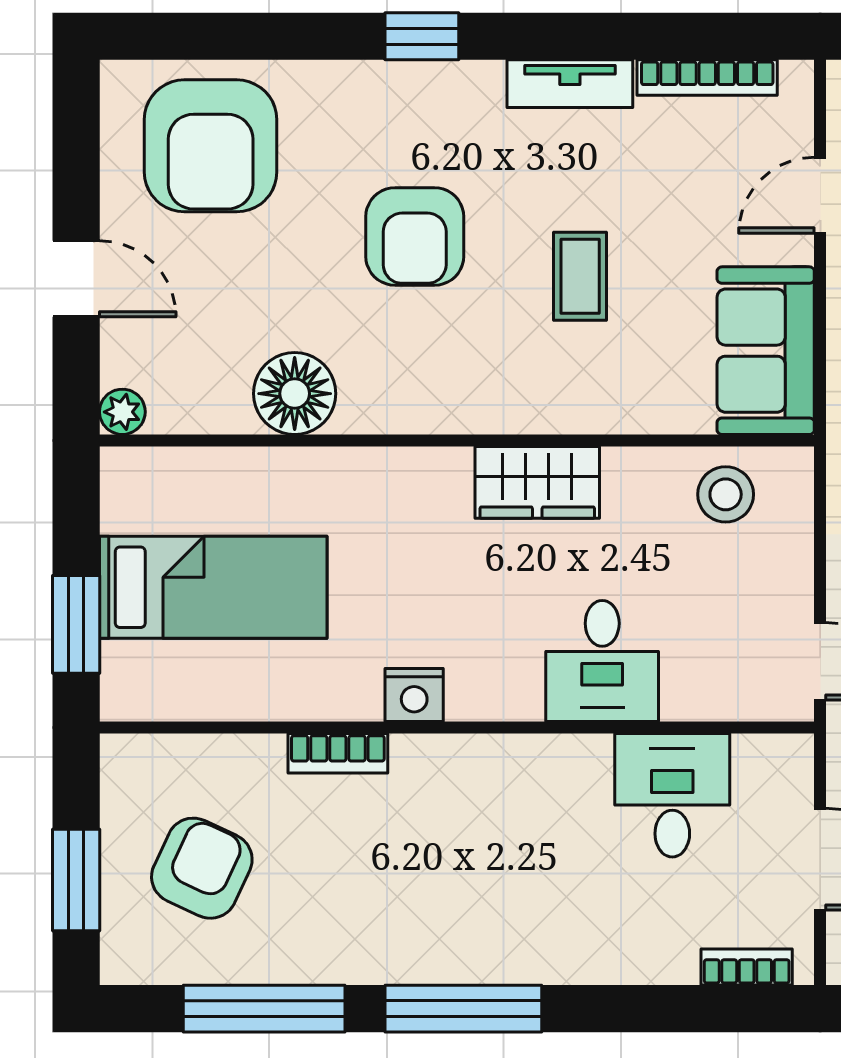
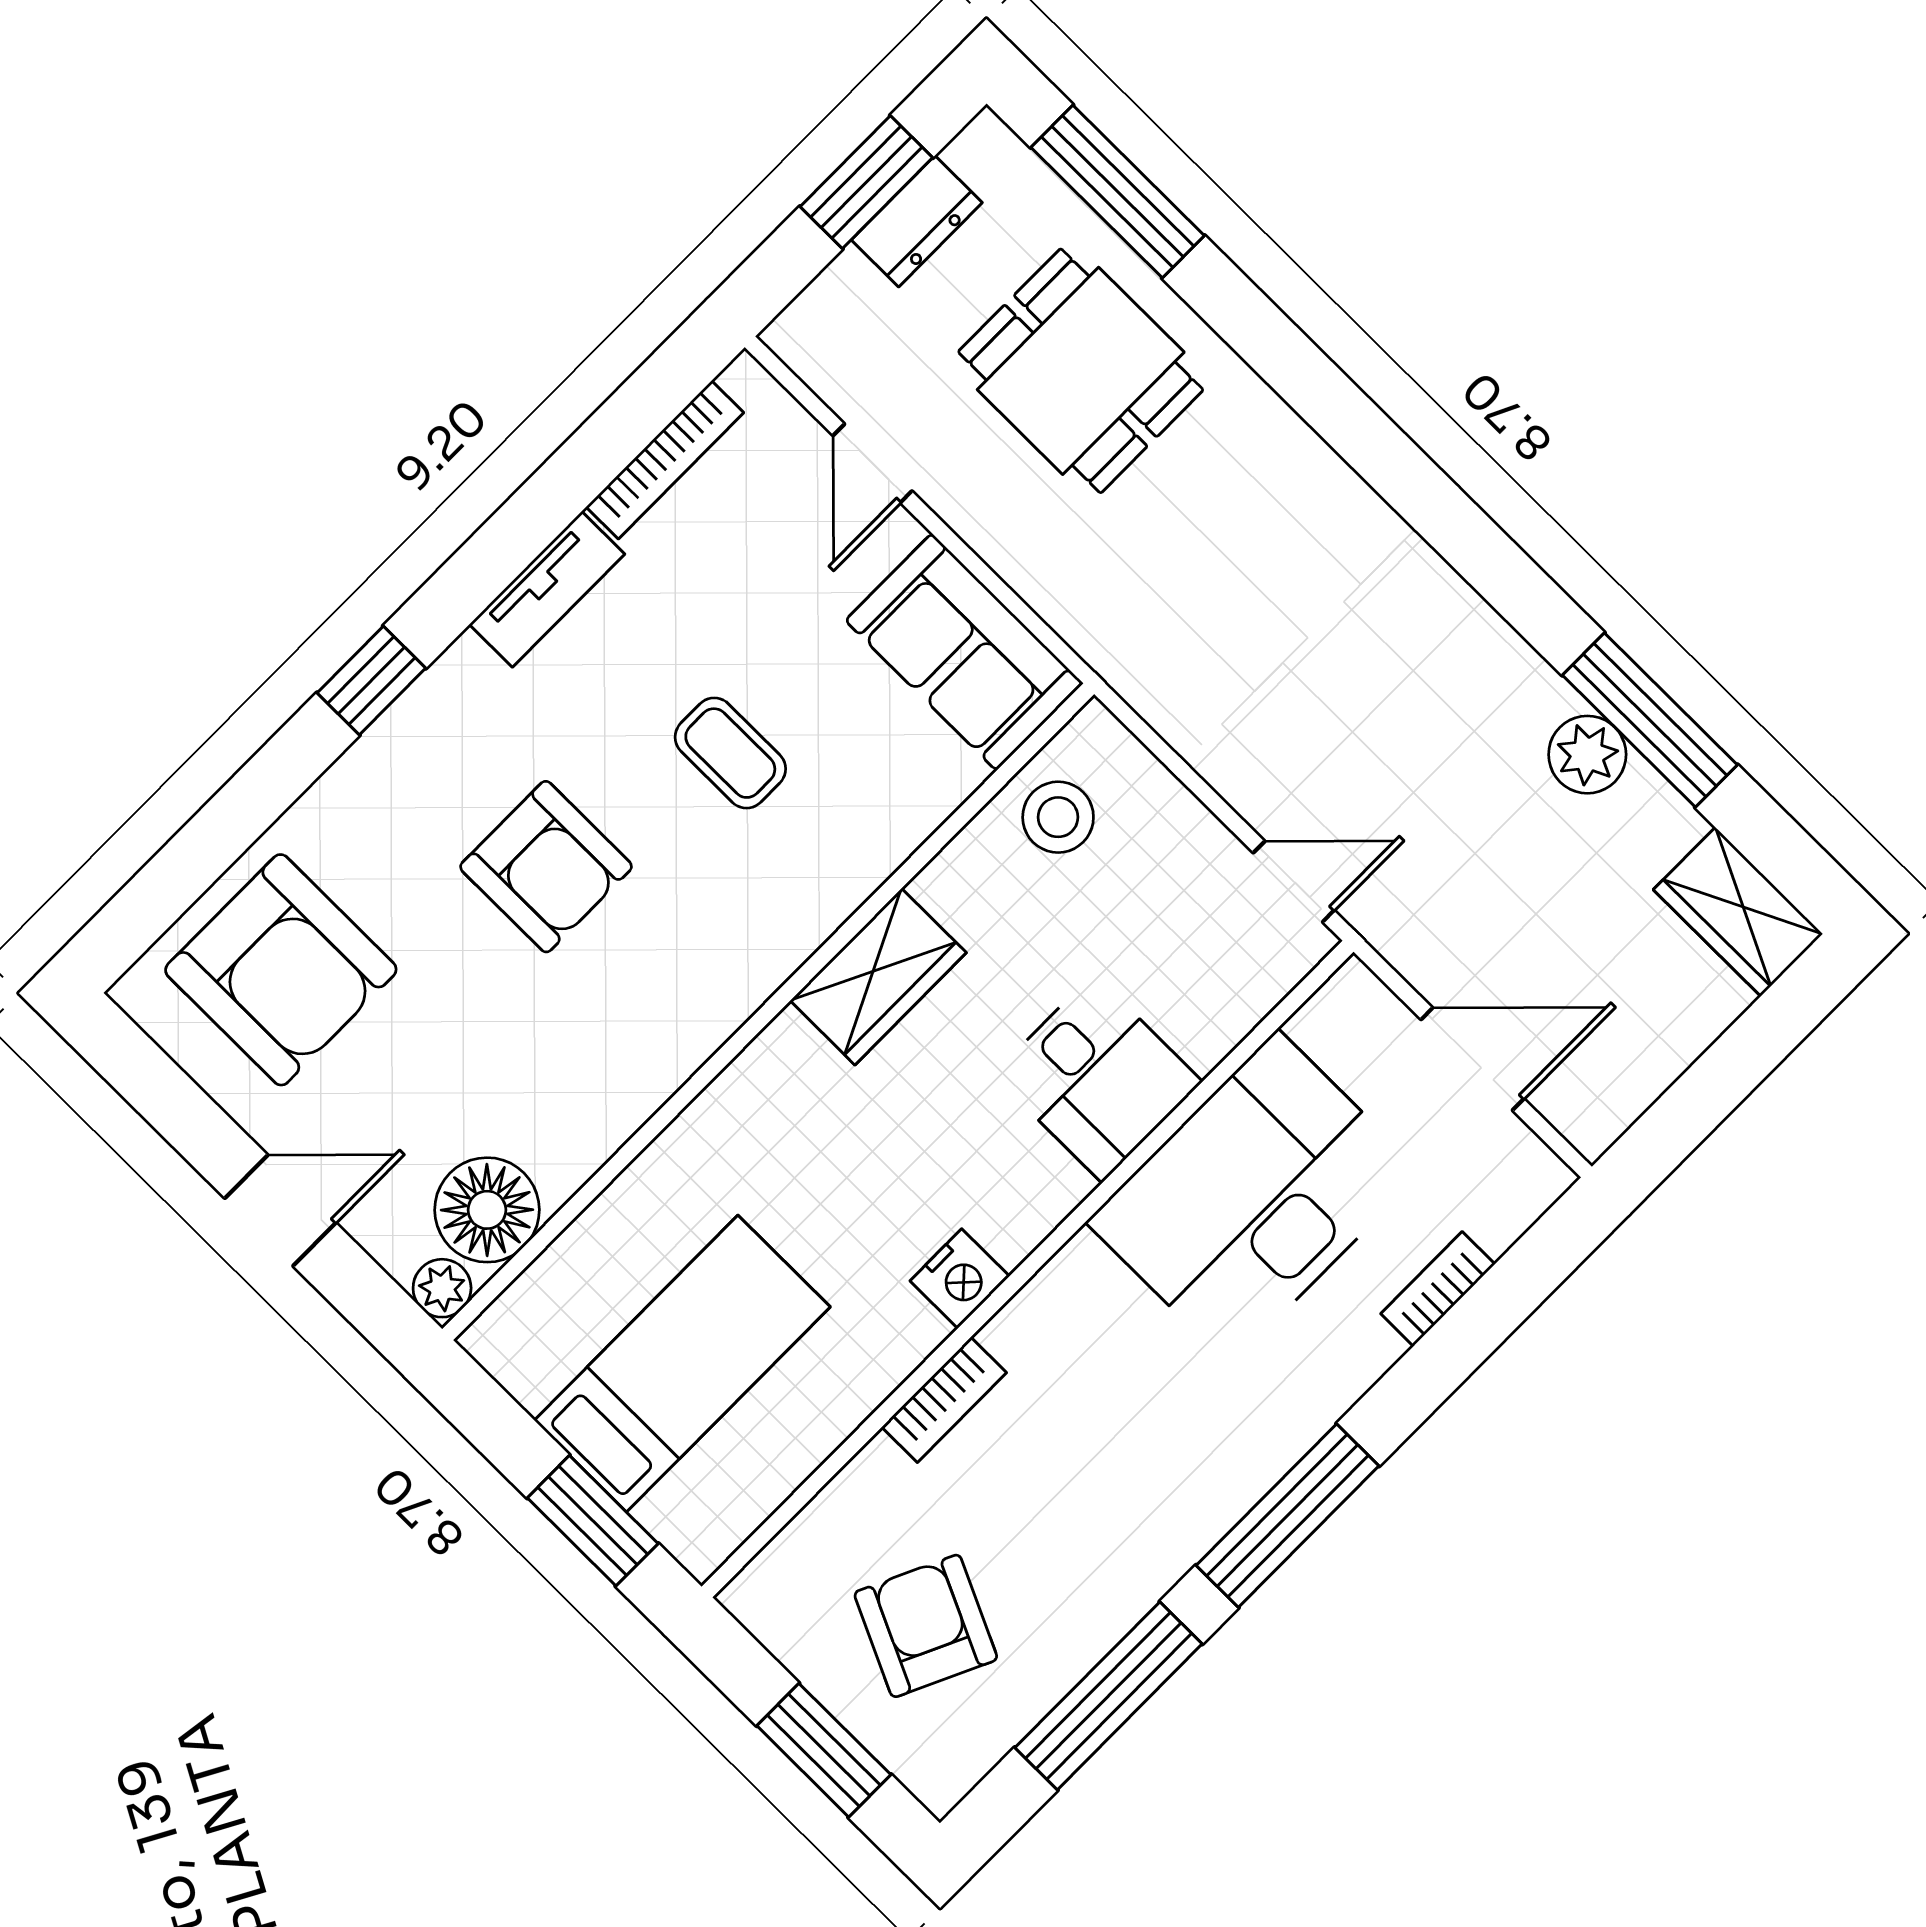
floor lamp: (295, 394) -> (487, 1210), moved
desk: (672, 795) -> (1254, 1197), width x1.87, depth x1.30
bookcase: (747, 967) -> (1438, 1289), moved

